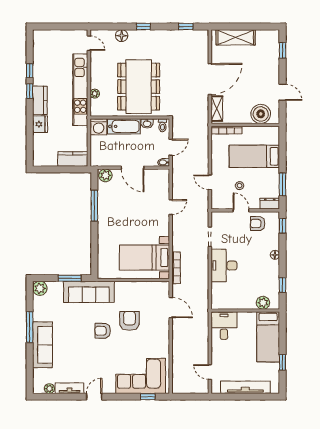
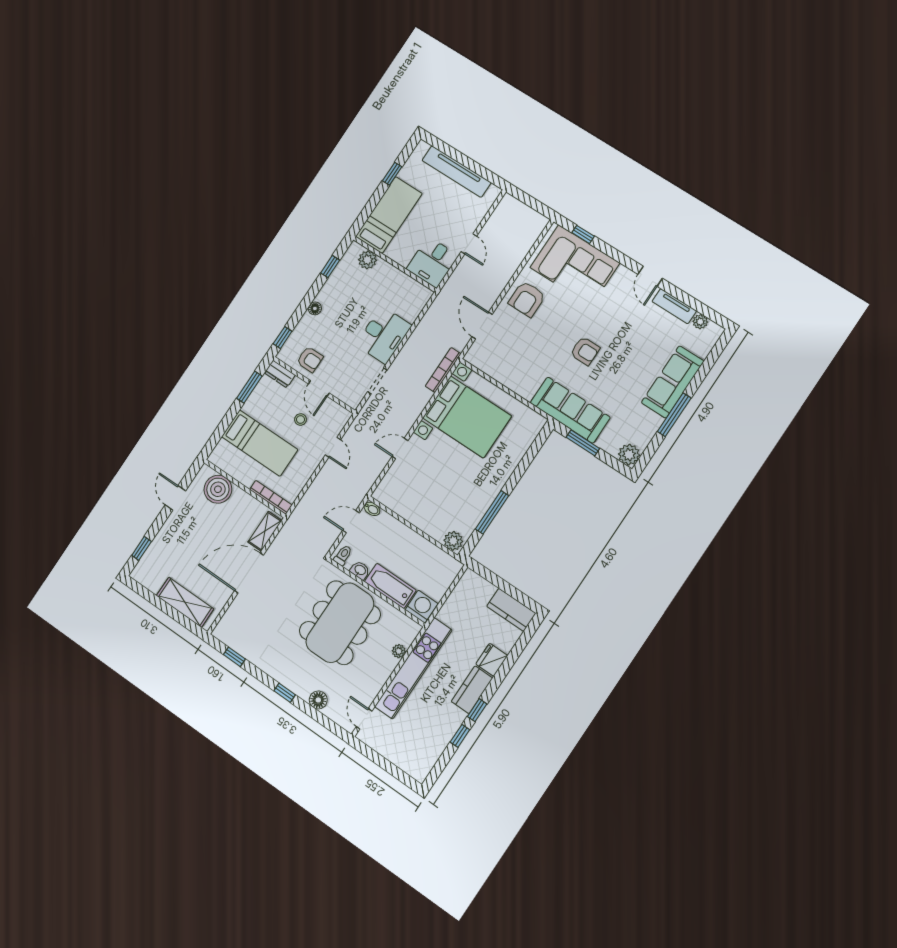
kitchen counter: (73, 159) -> (511, 610), moved
door: (133, 168) -> (414, 528), removed
bed with nightstands: (144, 258) -> (467, 417), width x1.36
armchair: (129, 321) -> (527, 299), moved
door: (210, 372) -> (469, 244), moved
door: (94, 397) -> (650, 276), hinge flipped

